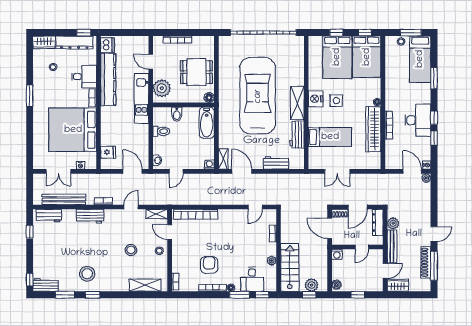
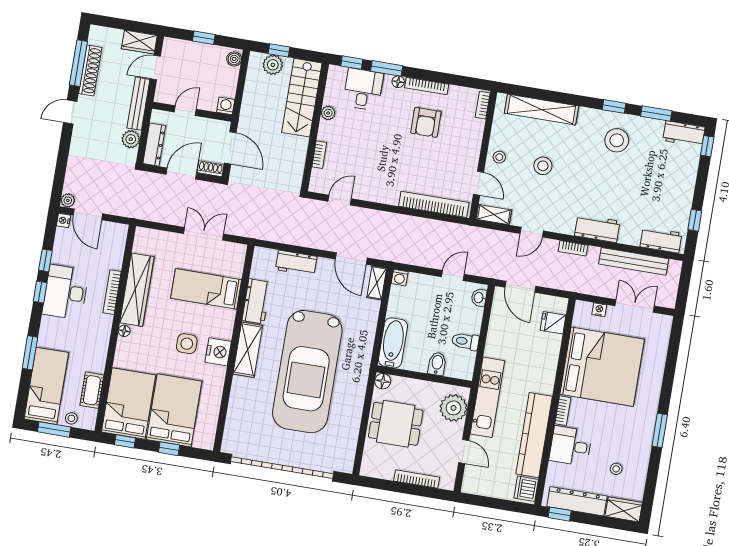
cot: (391, 61) -> (92, 390), added
shelving: (145, 285) -> (541, 110), width x1.47

